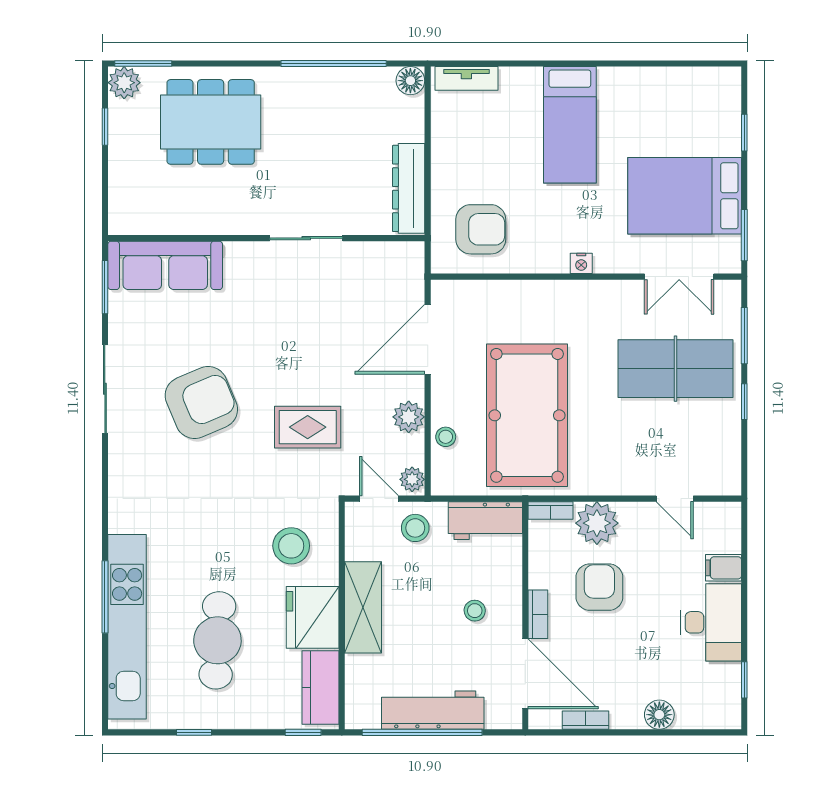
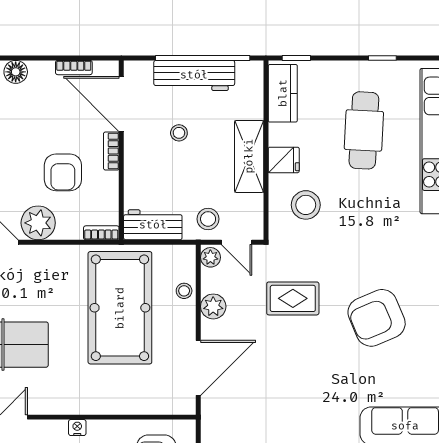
plant: (597, 523) -> (38, 223), moved
stool: (475, 611) -> (179, 133), moved
fridge: (313, 617) -> (284, 160), width x0.53, depth x0.75

